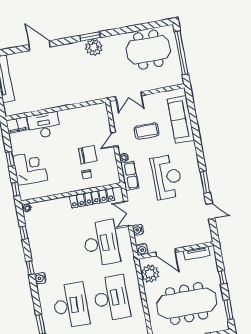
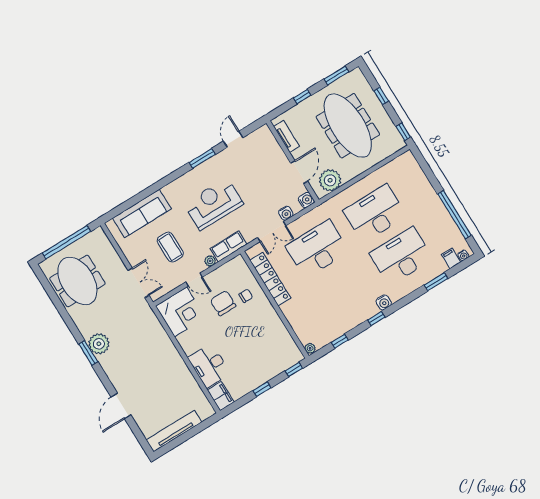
corner desk: (30, 168) -> (180, 312), moved, turned 180

